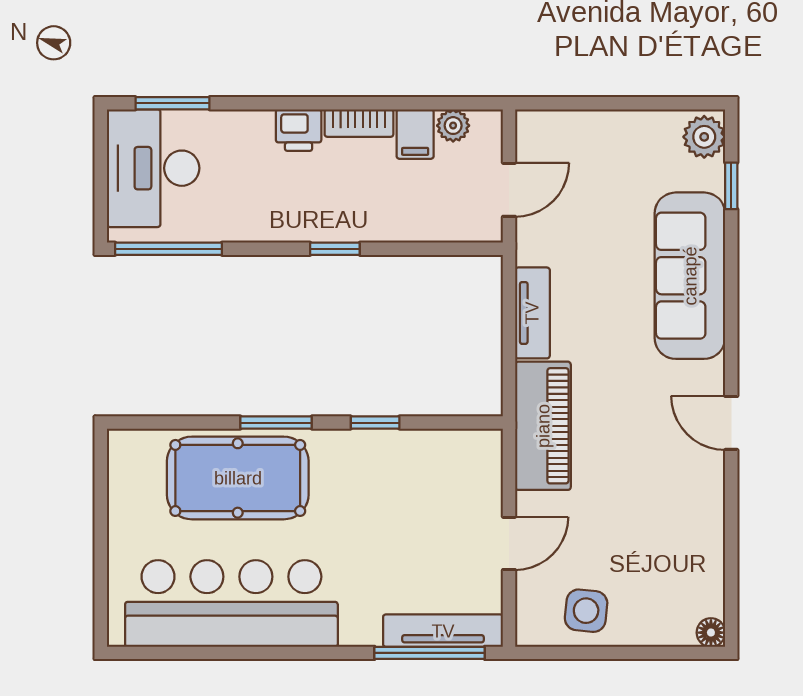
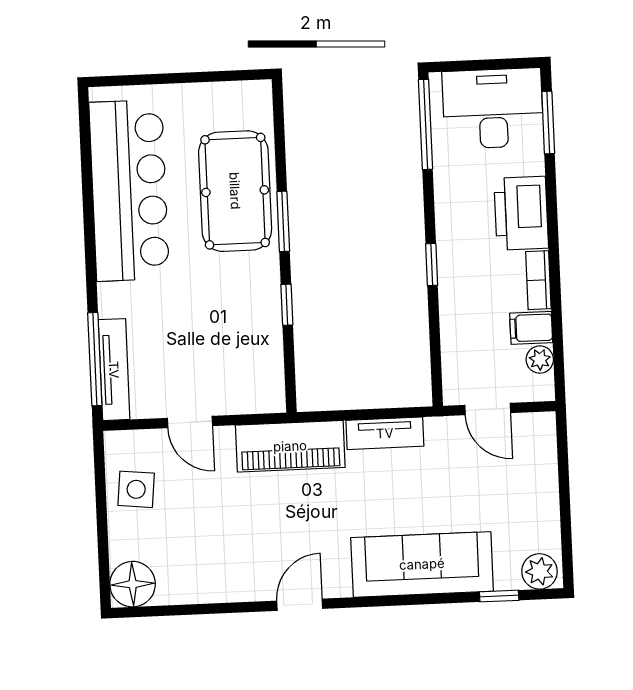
printer: (299, 130) -> (521, 213), width x1.87, depth x1.48
floor lamp: (711, 633) -> (133, 584), width x1.89, depth x1.89

